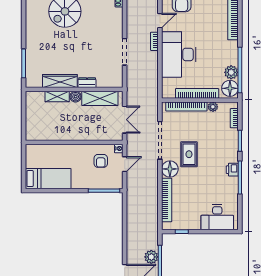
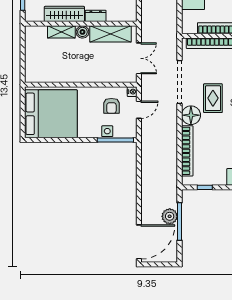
bed: (48, 179) -> (51, 114), width x2.04
side table: (97, 183) -> (107, 131), added

